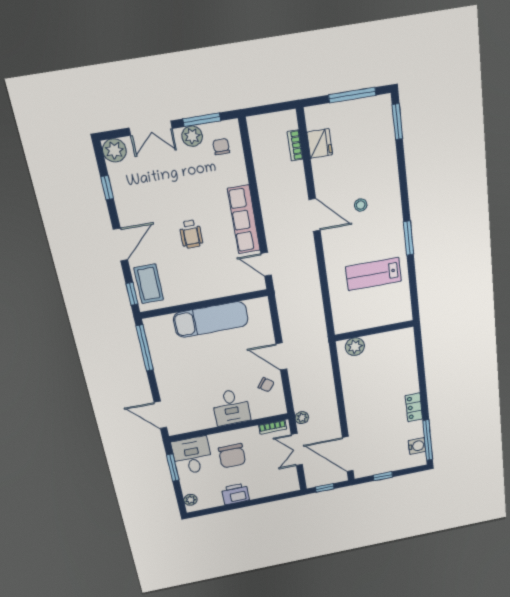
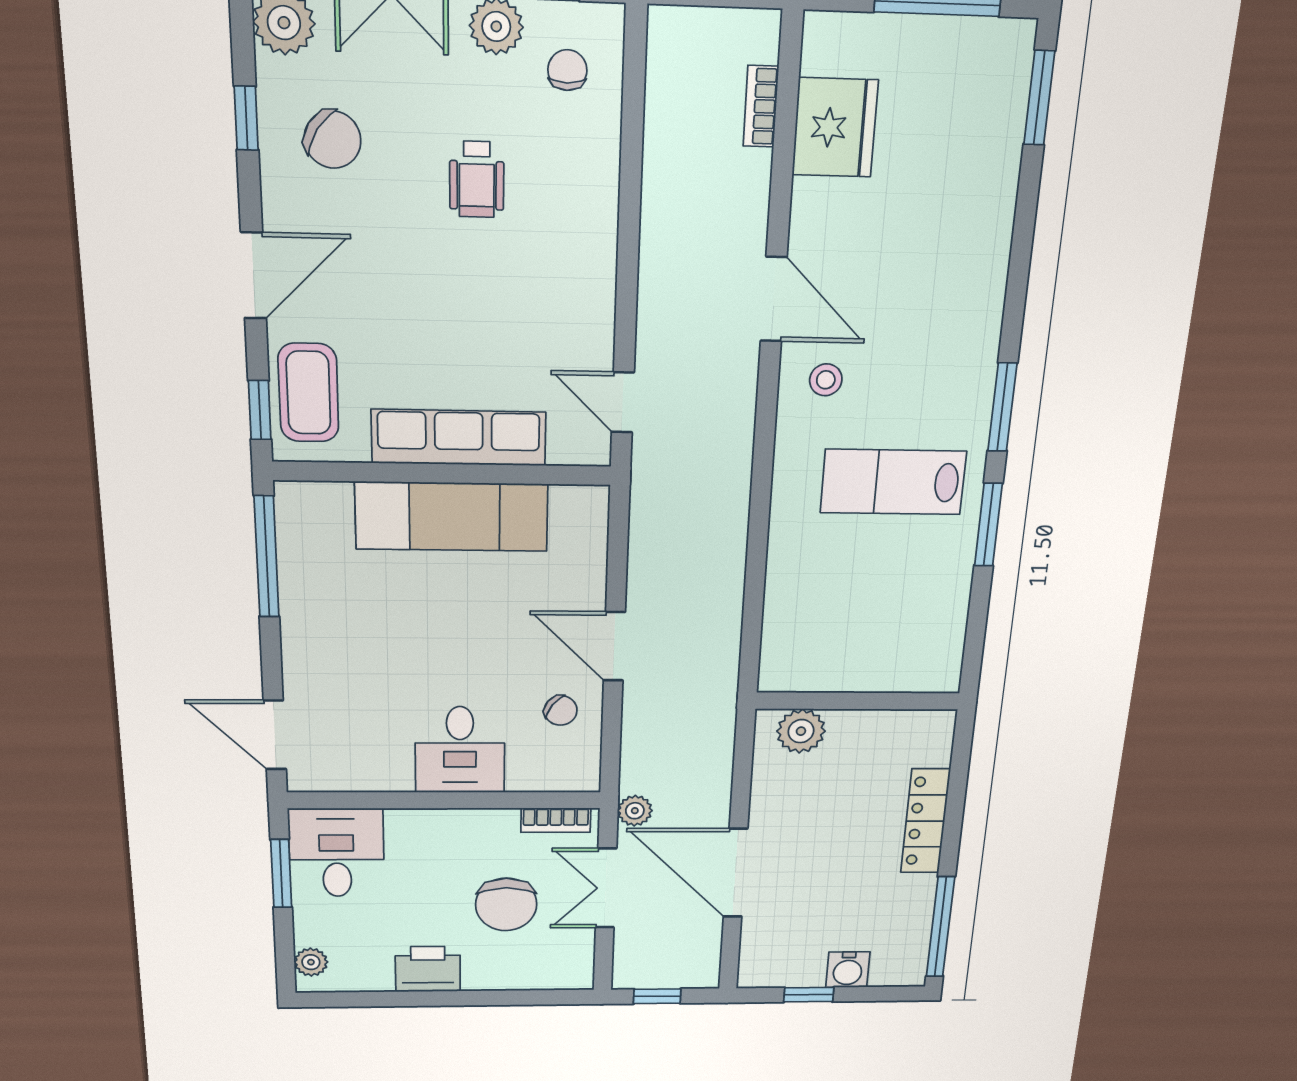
fridge: (320, 144) -> (835, 128), width x1.36, depth x1.34
chair: (140, 189) -> (333, 139), added
stool: (361, 205) -> (826, 380), moved
row of seats: (244, 220) -> (459, 438), moved, turned 90
wheelchair: (191, 234) -> (477, 179), moved
window: (413, 283) -> (988, 525), added
wall: (374, 331) -> (858, 701), moved
plant: (355, 347) -> (801, 731), moved
locker: (414, 407) -> (925, 821), width x1.53
water cooler: (417, 446) -> (848, 970), moved, turned 90
door: (348, 454) -> (735, 873), moved
chair: (232, 456) -> (506, 904), moved

